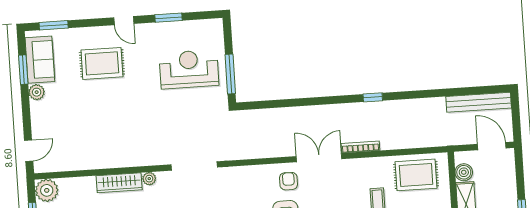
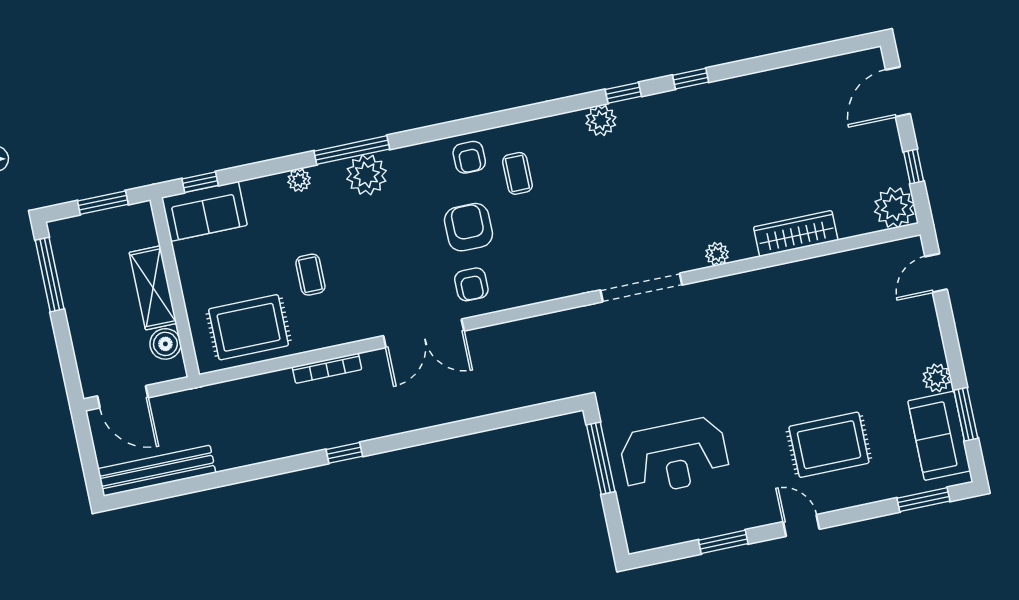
bookcase: (360, 147) -> (327, 368), moved
wardrobe: (119, 183) -> (796, 234), moved

